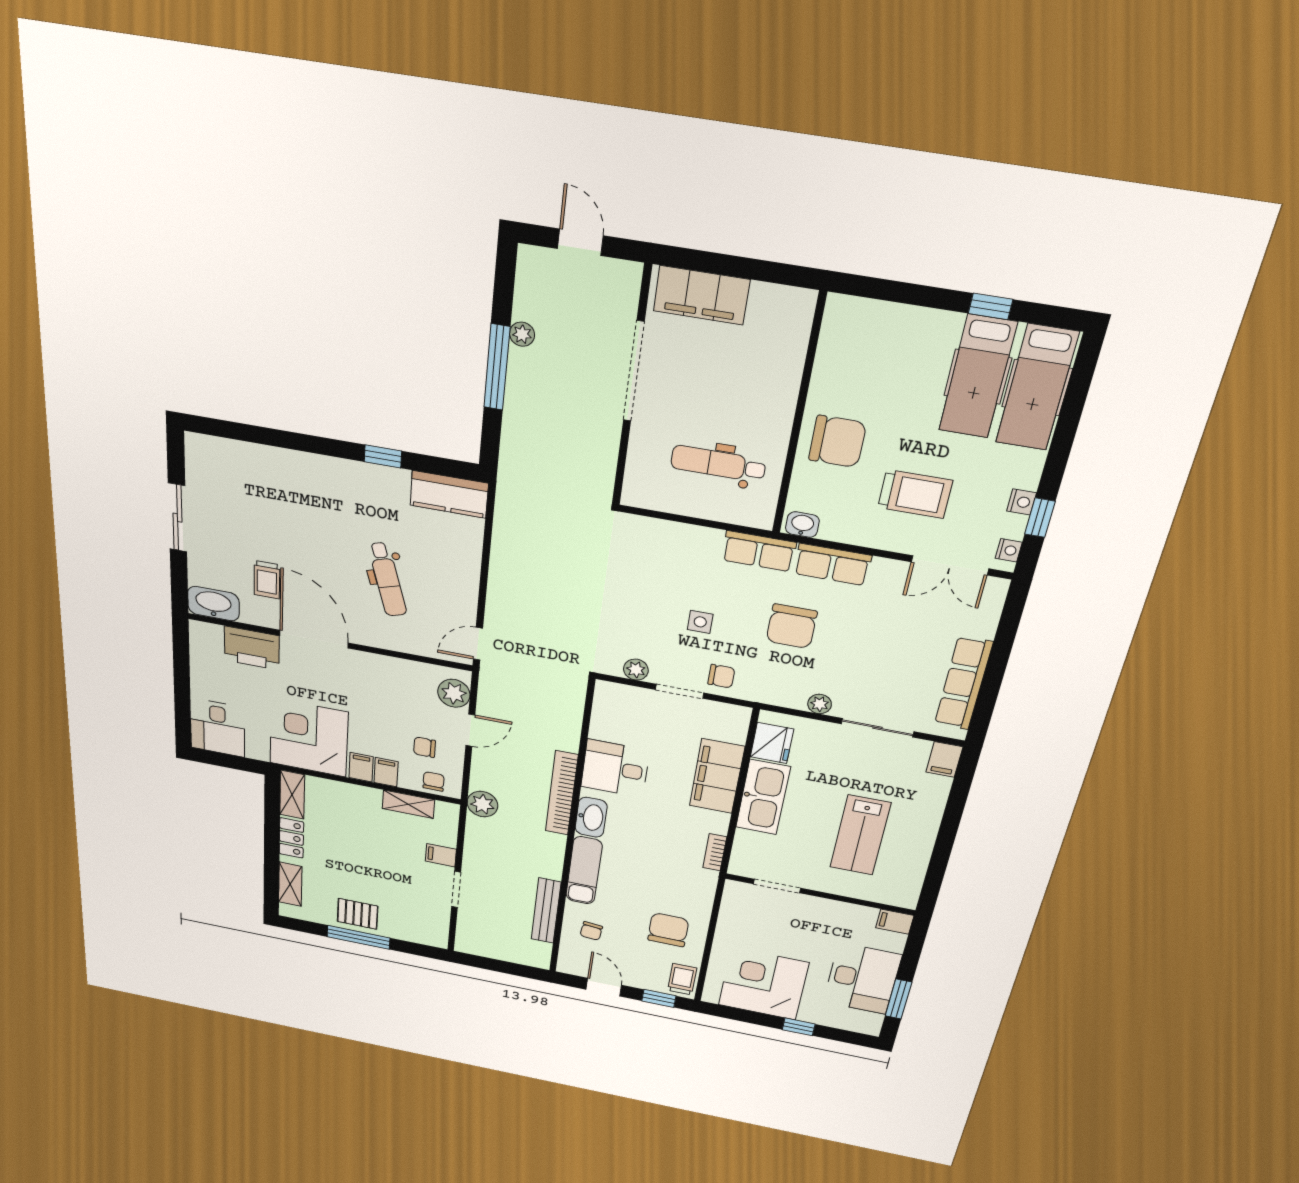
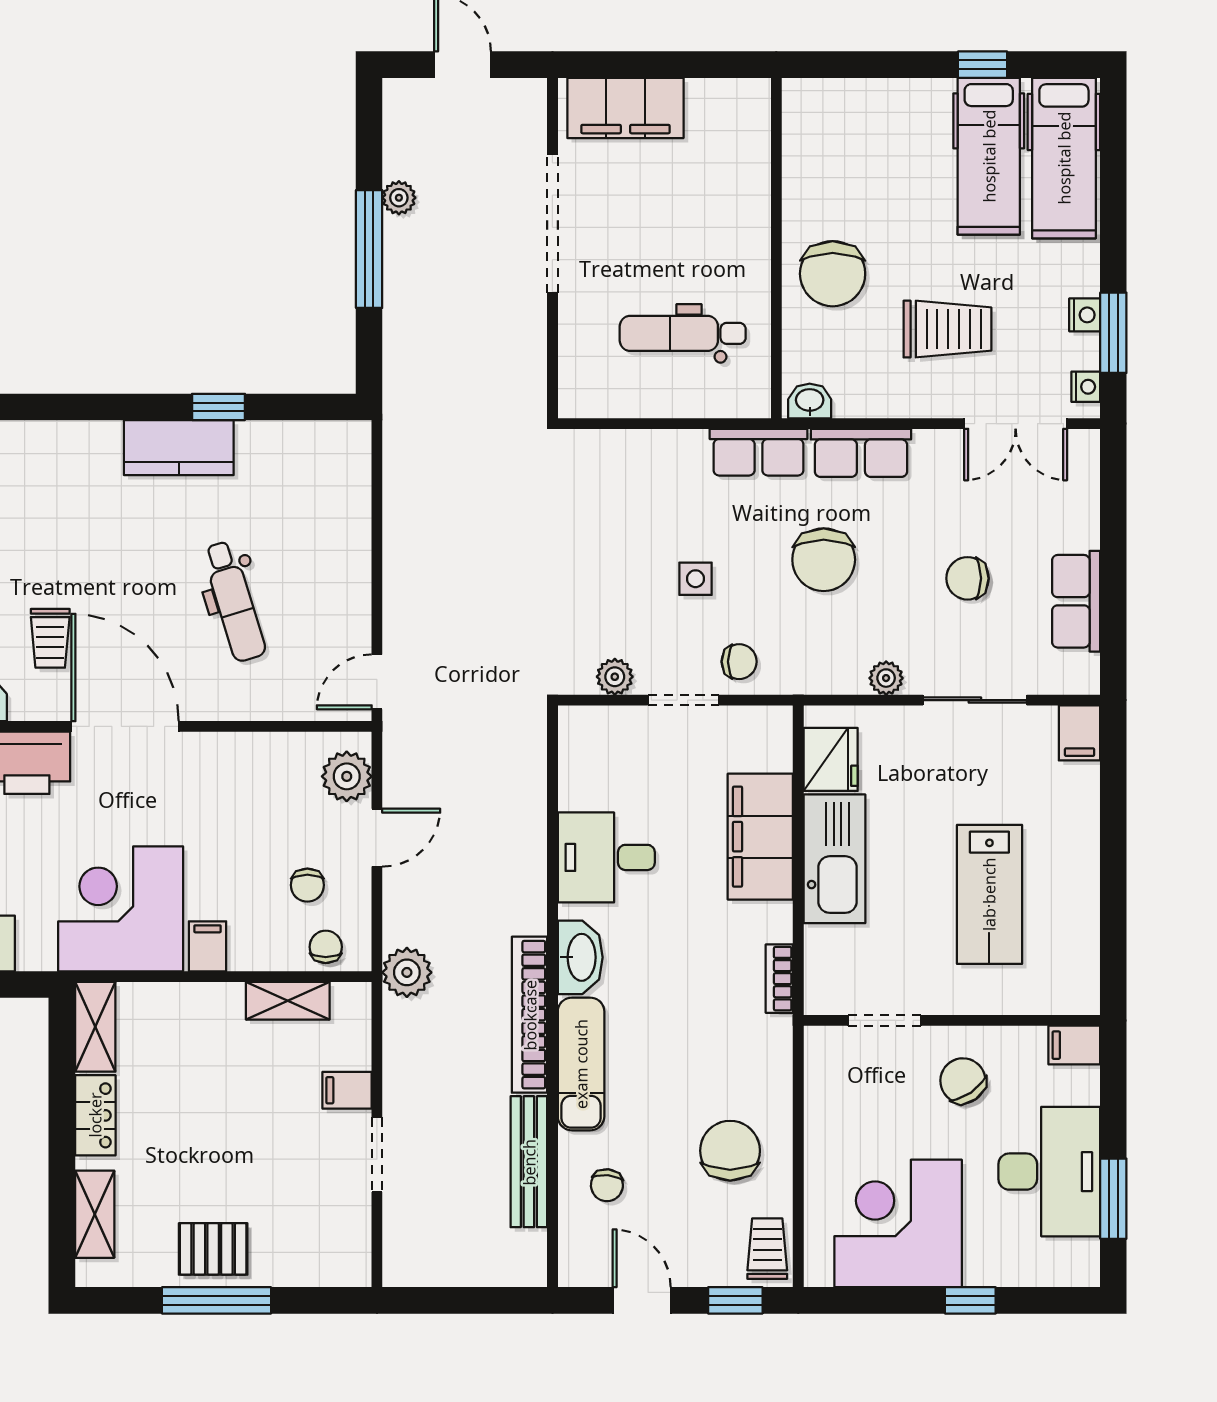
chair: (837, 441) -> (833, 274), turned 90
kitchen counter: (449, 494) -> (179, 448), moved
window: (1040, 518) -> (1113, 333), width x1.50
chair: (890, 656) -> (968, 578), added
row of seats: (963, 683) -> (1076, 601), width x0.68
chair: (425, 747) -> (307, 885), turned -90
filing cabinet: (386, 772) -> (248, 946), removed
bookcase: (562, 793) -> (530, 1015), moved
chair: (820, 925) -> (963, 1081), added

